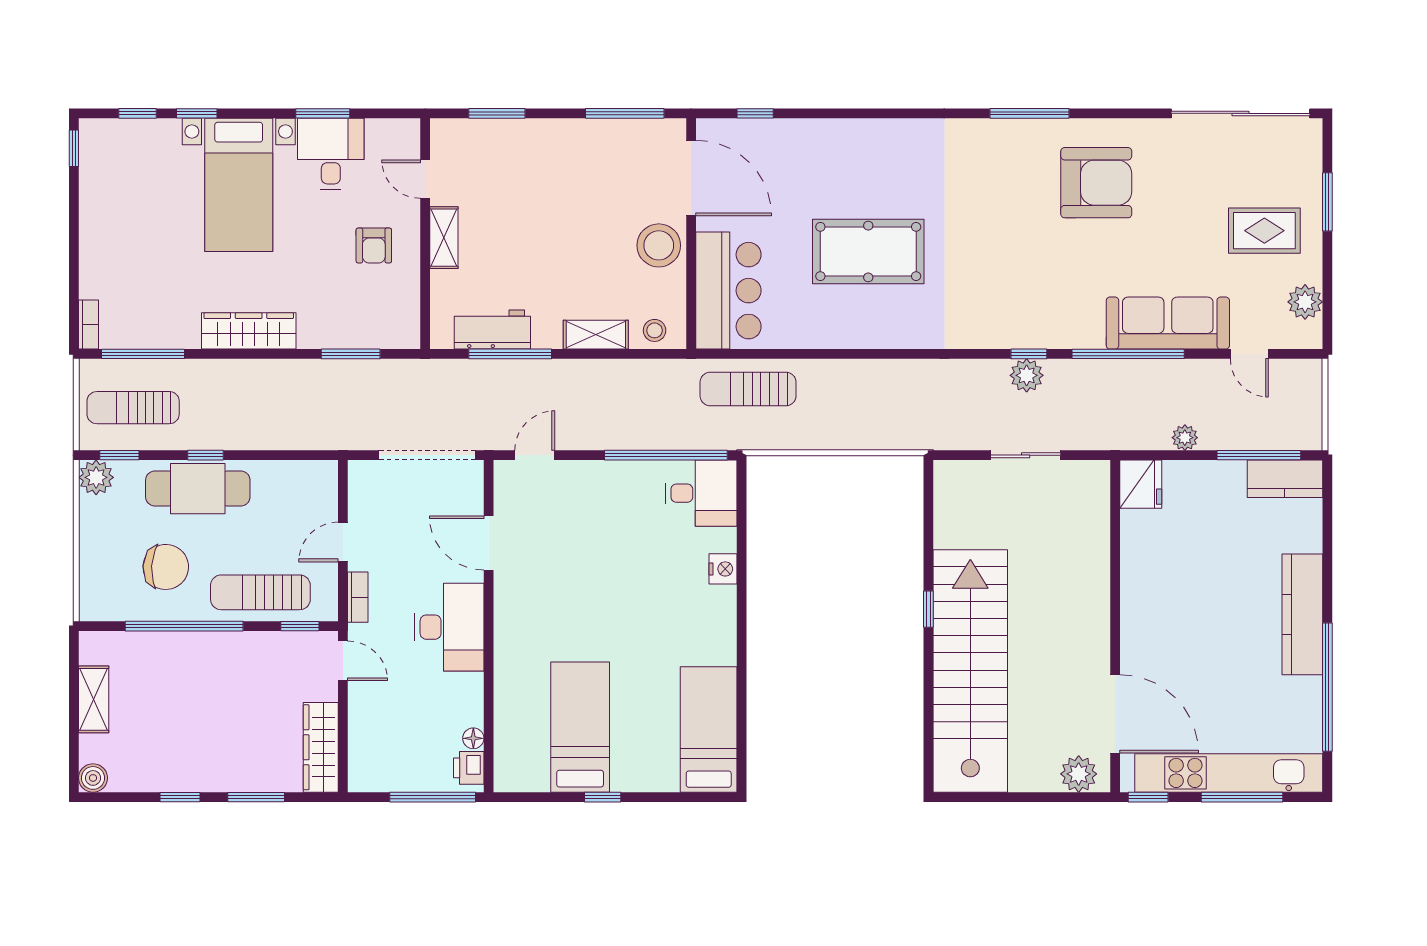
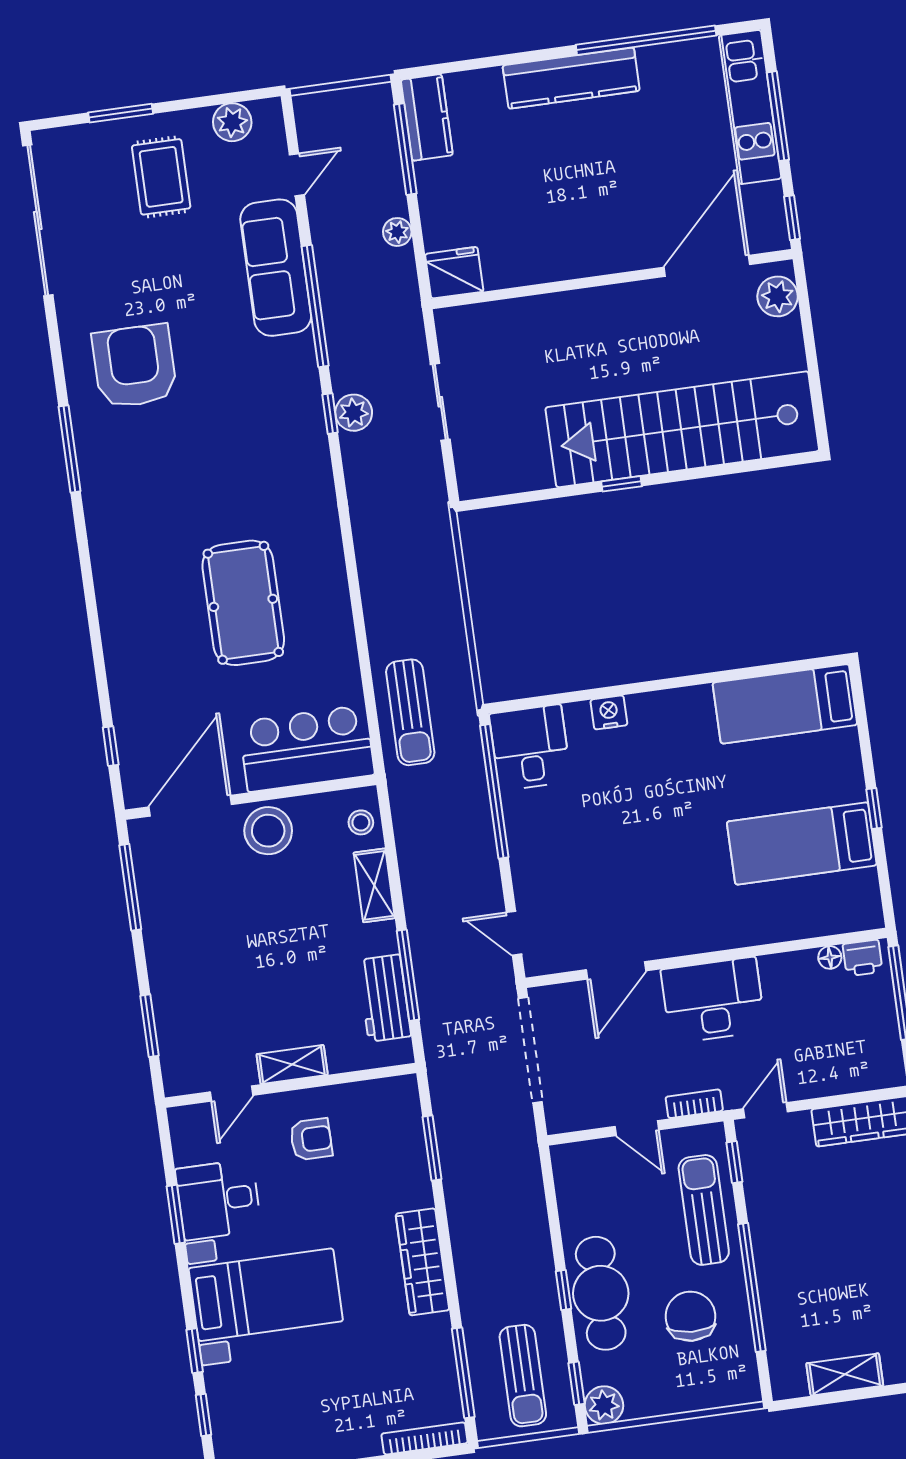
bookcase: (89, 325) -> (424, 1438), width x1.56
sun lounger: (260, 592) -> (704, 1210), turned 180
kitchen unit: (1229, 773) -> (750, 107), width x0.73

